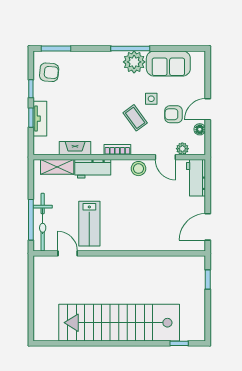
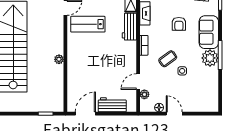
sofa: (168, 63) -> (209, 32), moved
armchair: (174, 114) -> (179, 24), moved, turned 180
stool: (138, 169) -> (129, 61), removed
workbench: (196, 178) -> (112, 105), moved
door: (208, 227) -> (85, 114), hinge flipped
plant: (136, 262) -> (59, 59), added

